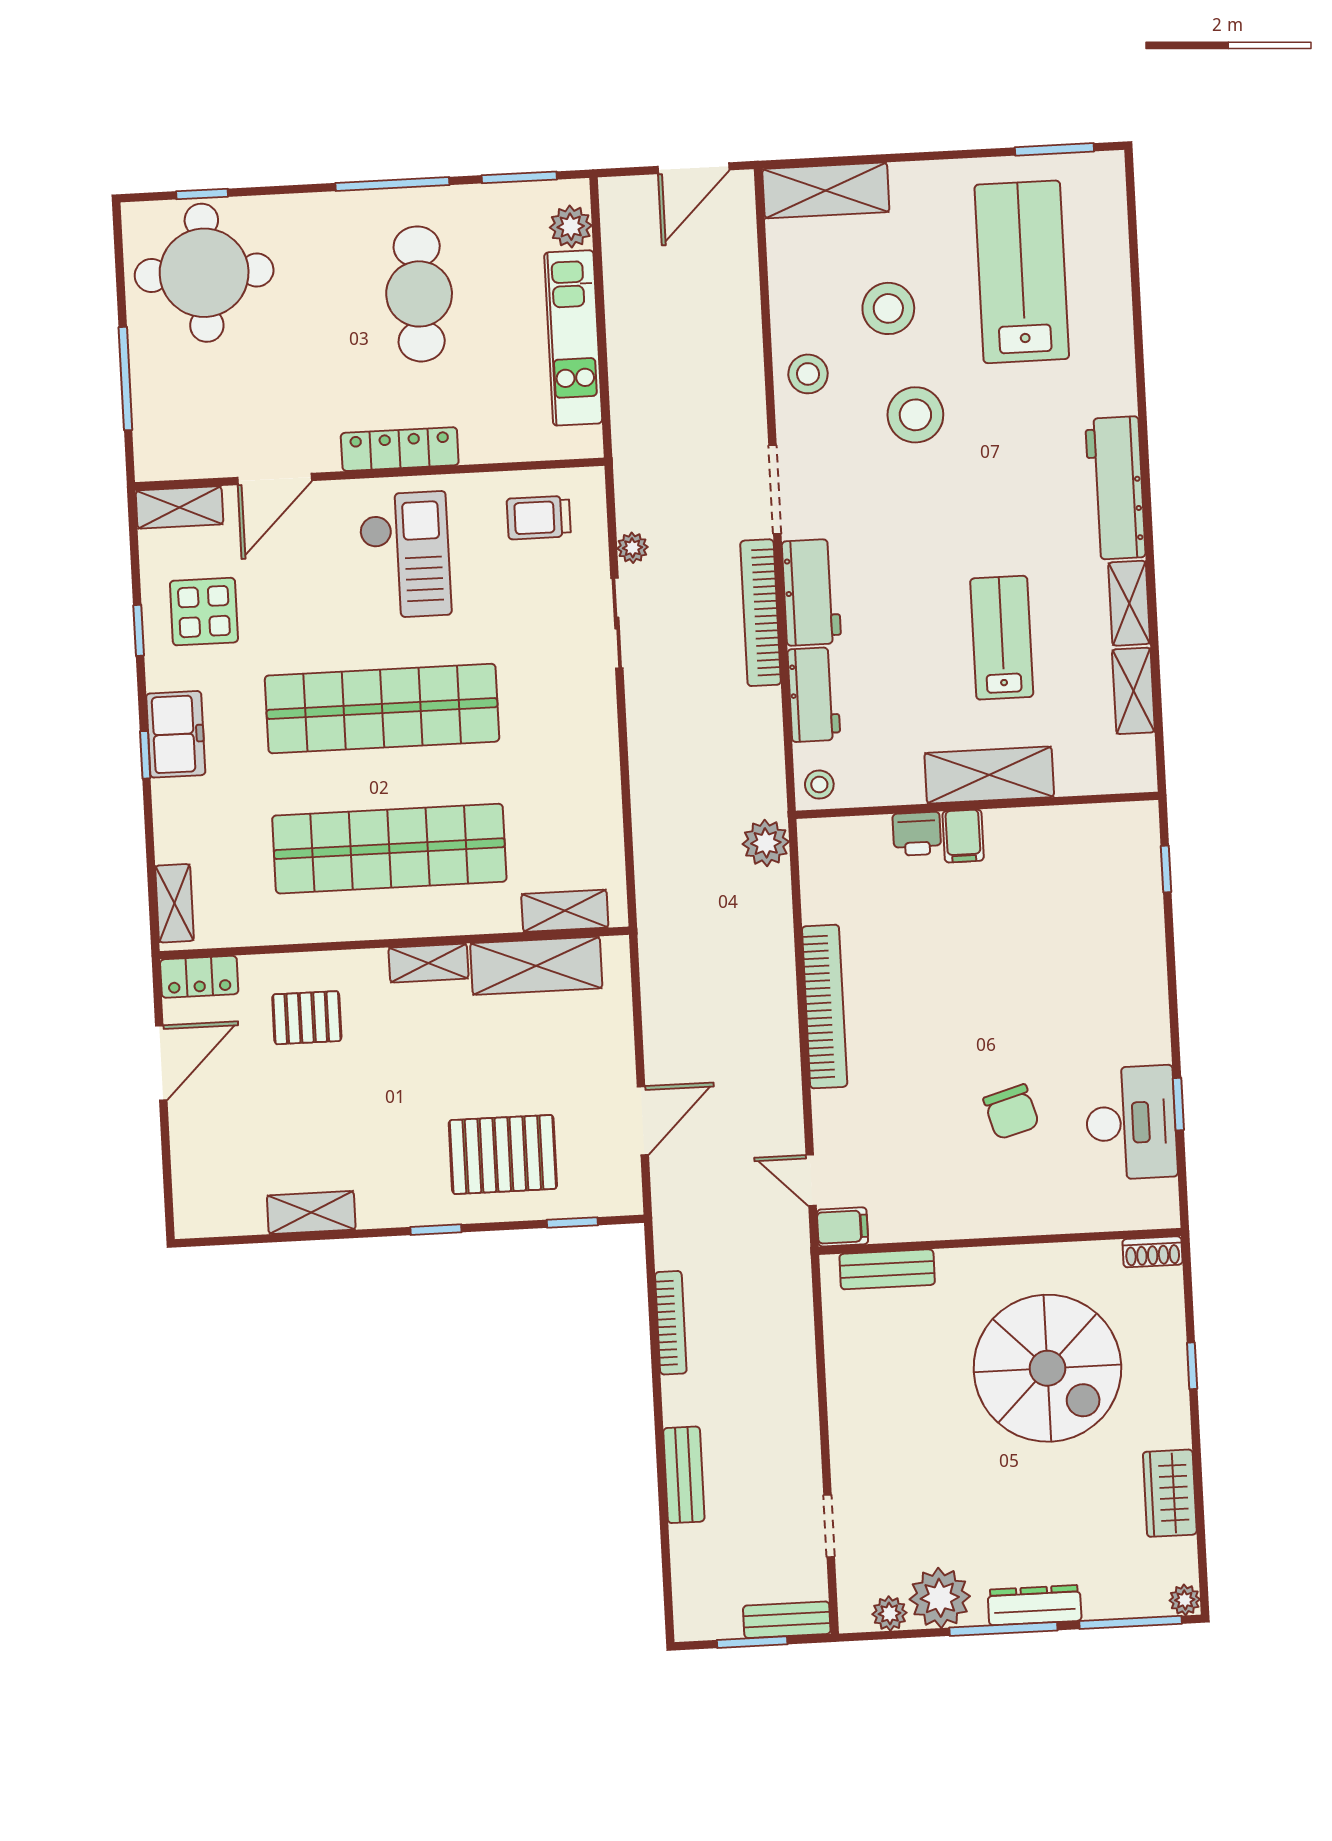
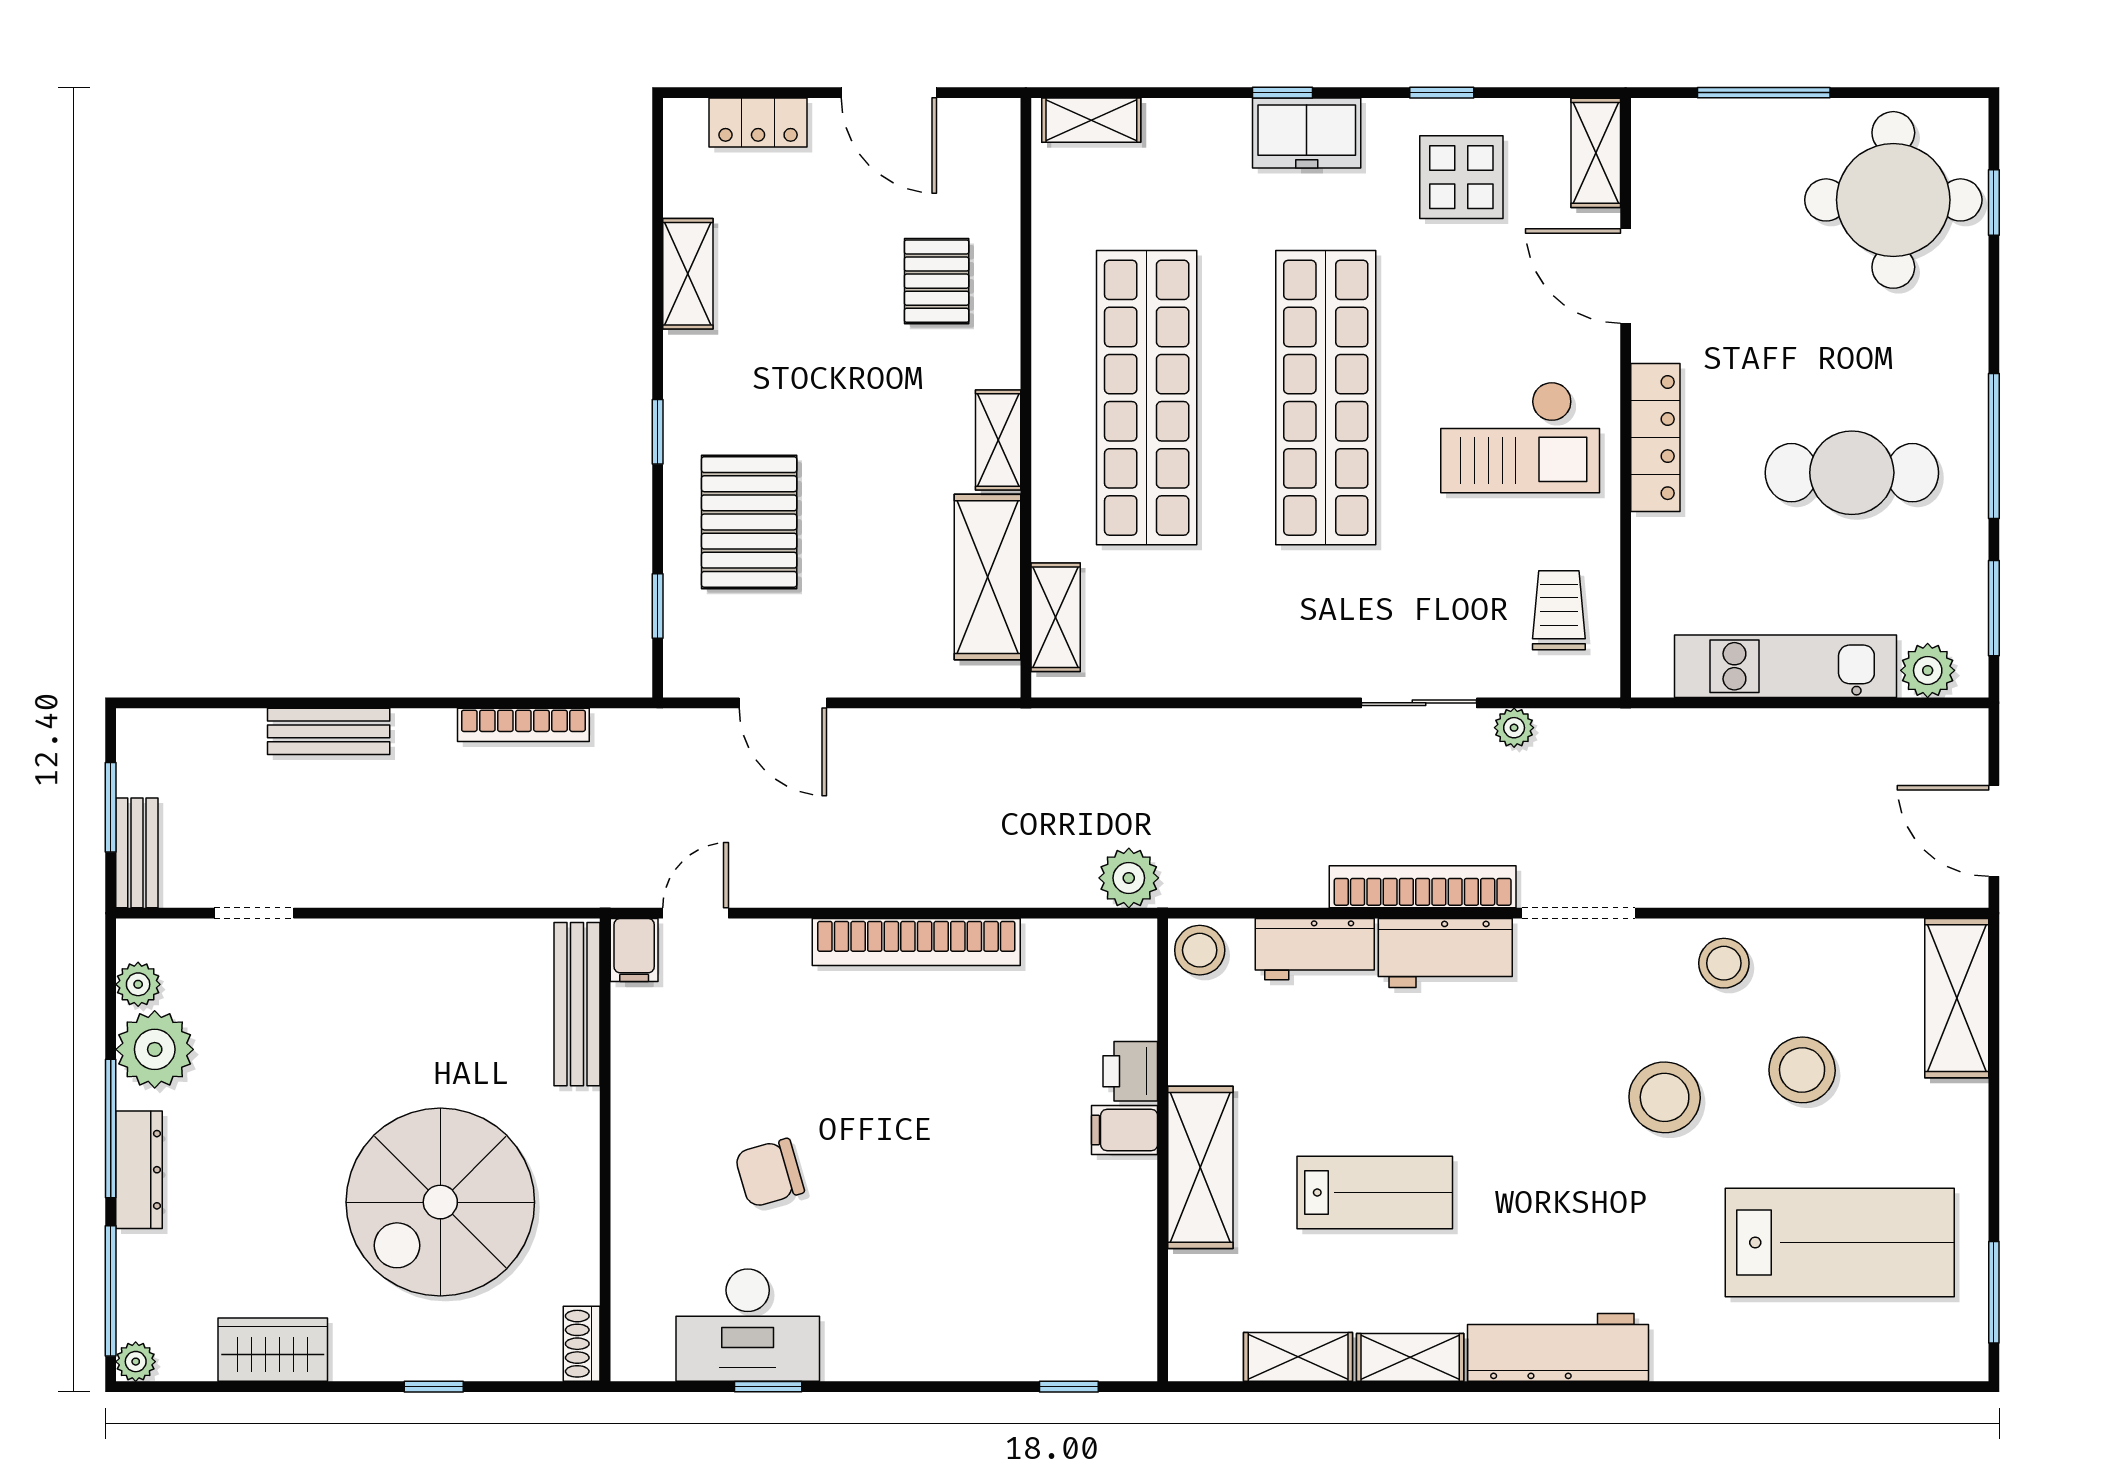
stool: (819, 785) -> (1200, 950), width x1.37, depth x1.37
locker: (199, 977) -> (758, 123), moved, turned -90
bench: (887, 1269) -> (577, 1004), width x1.36

